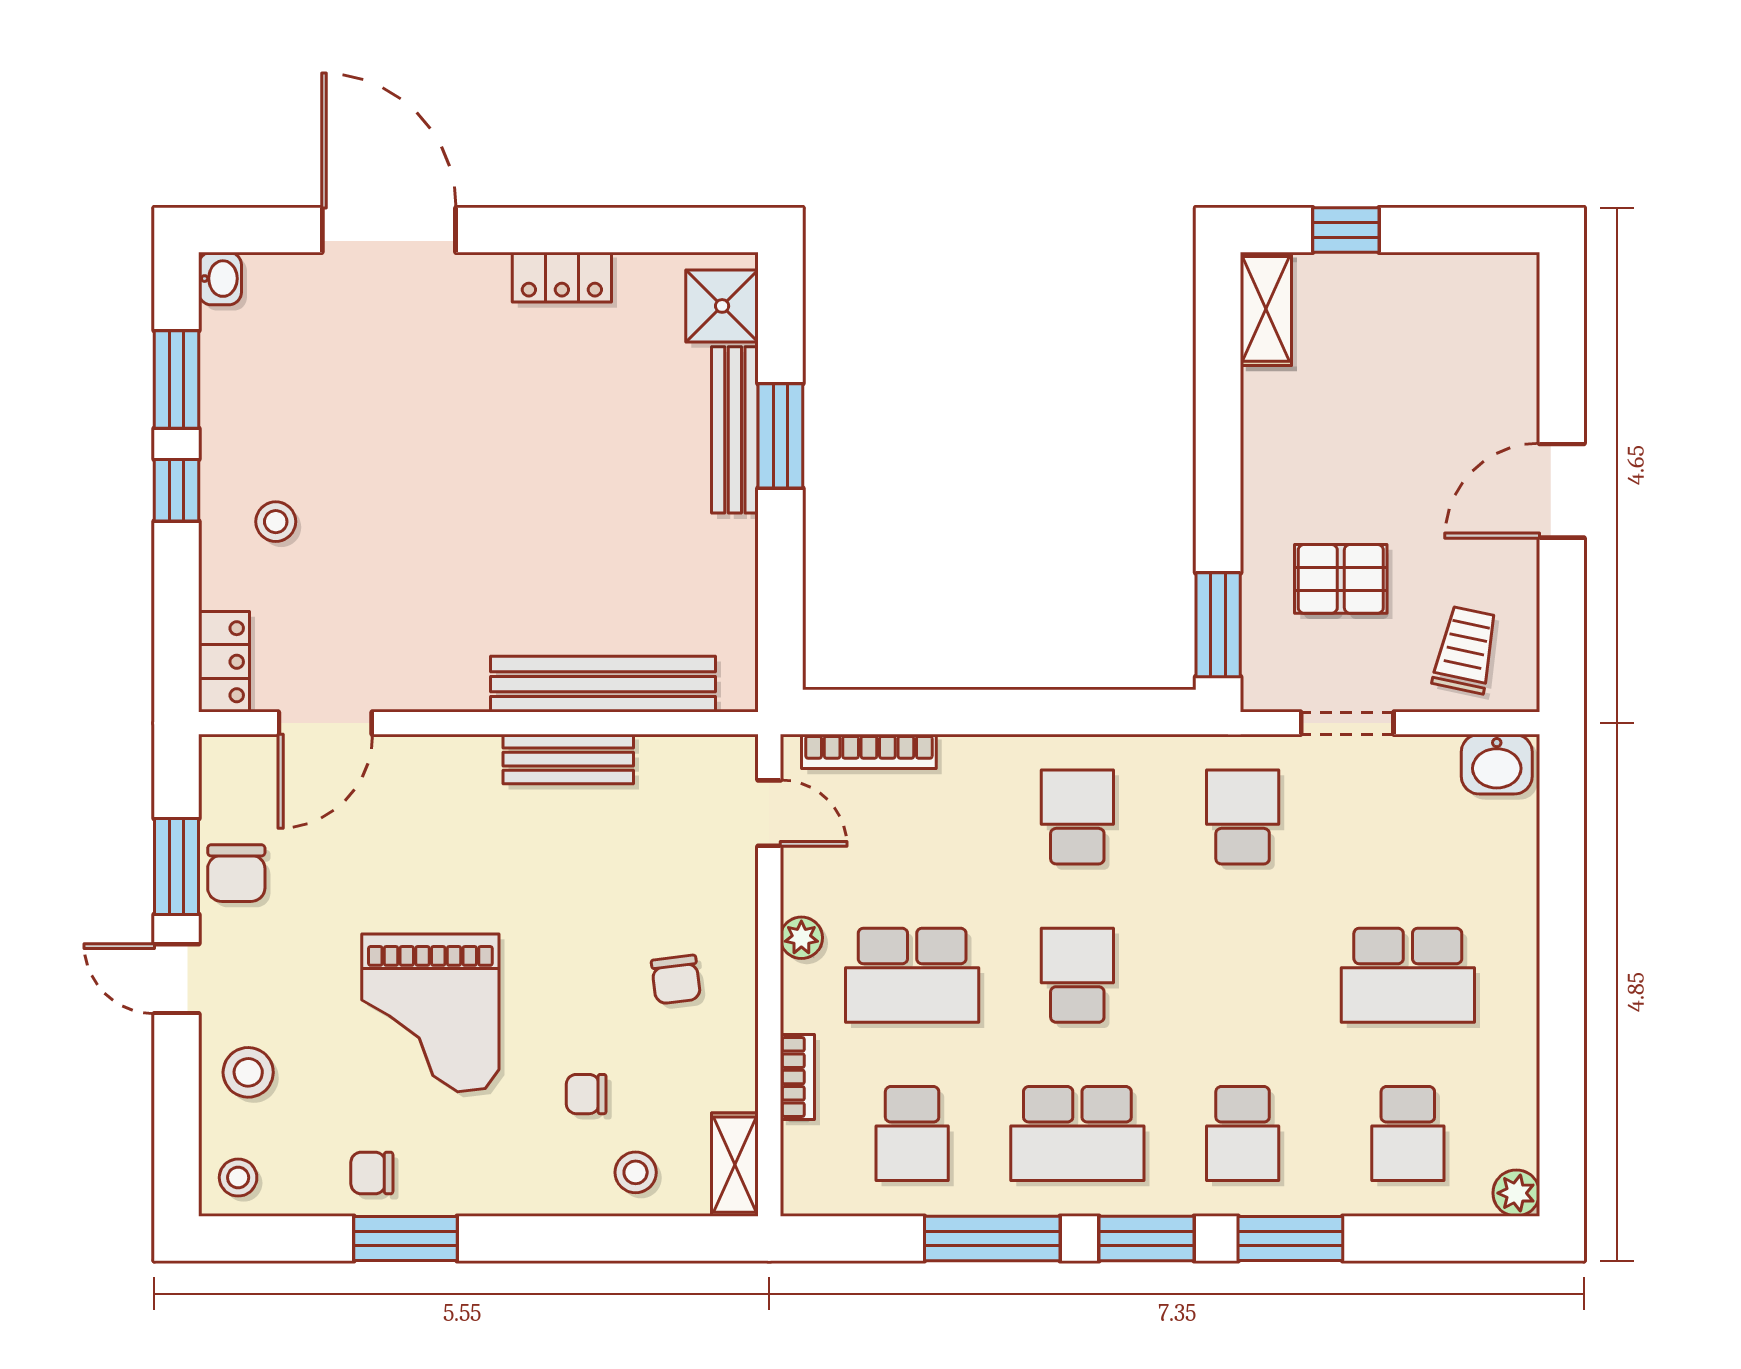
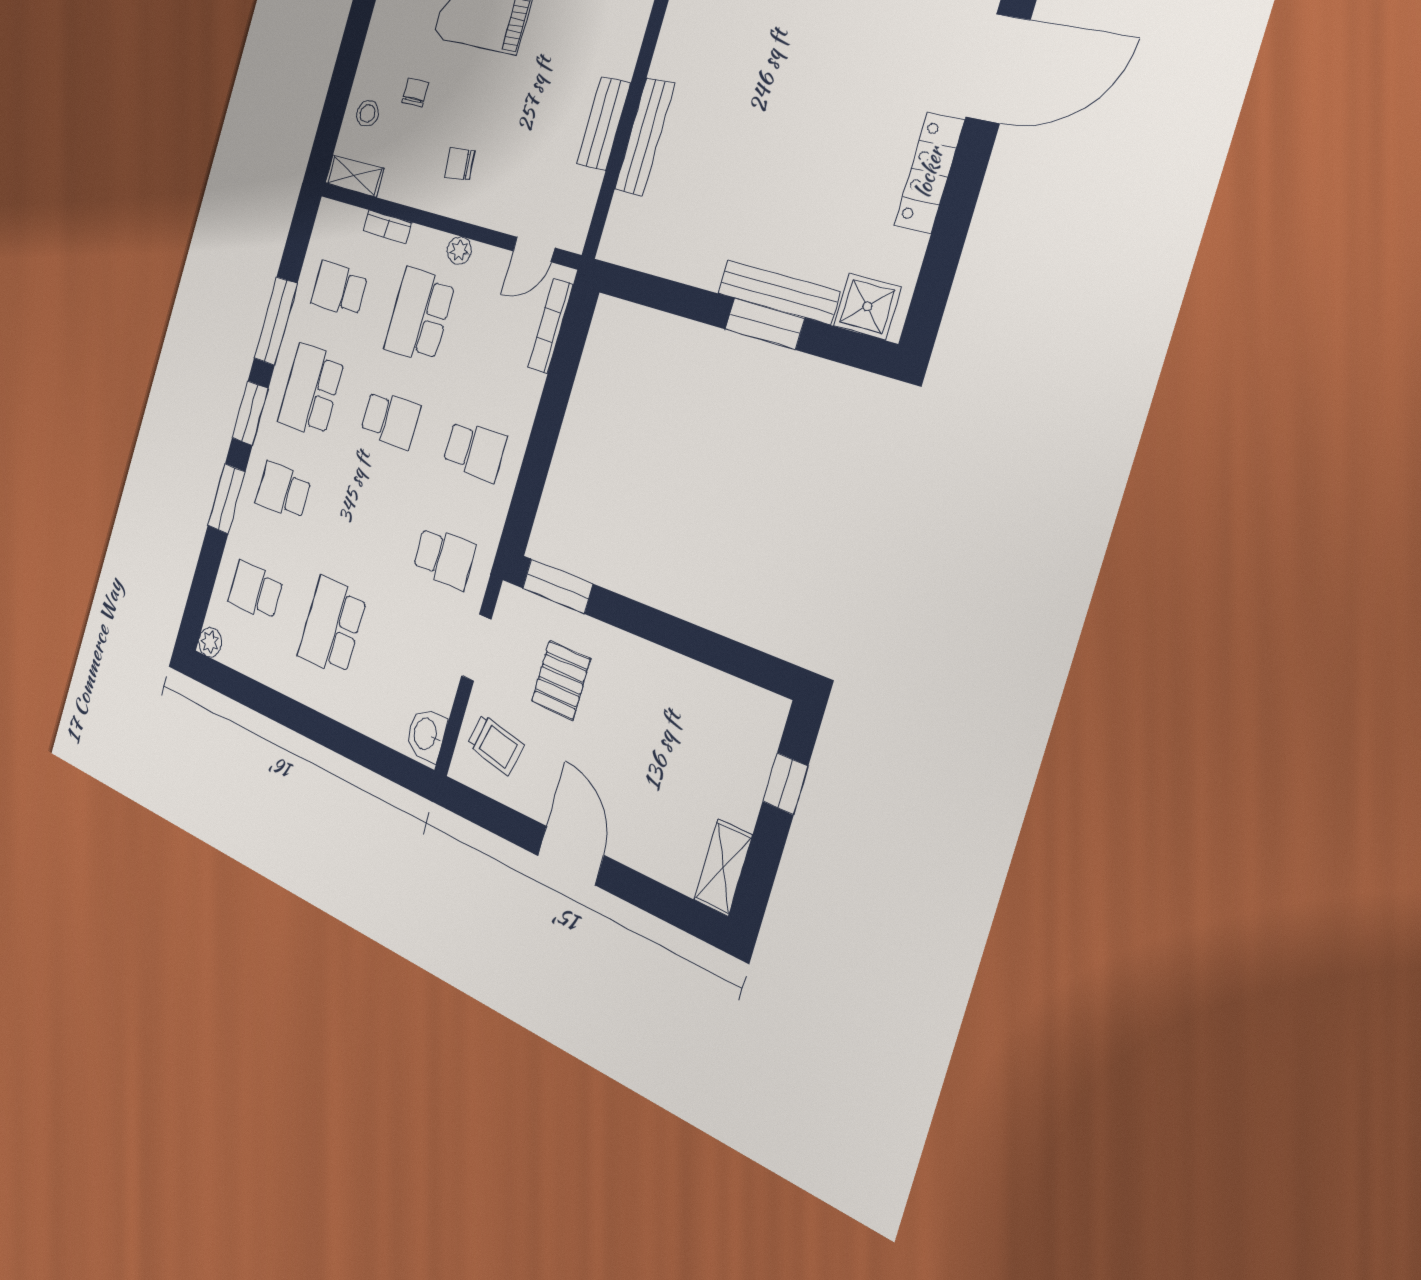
locker: (562, 277) -> (929, 173), width x1.53
shelving: (1266, 309) -> (723, 868), moved, turned 90
bench: (603, 684) -> (645, 137), width x0.73, depth x0.82

